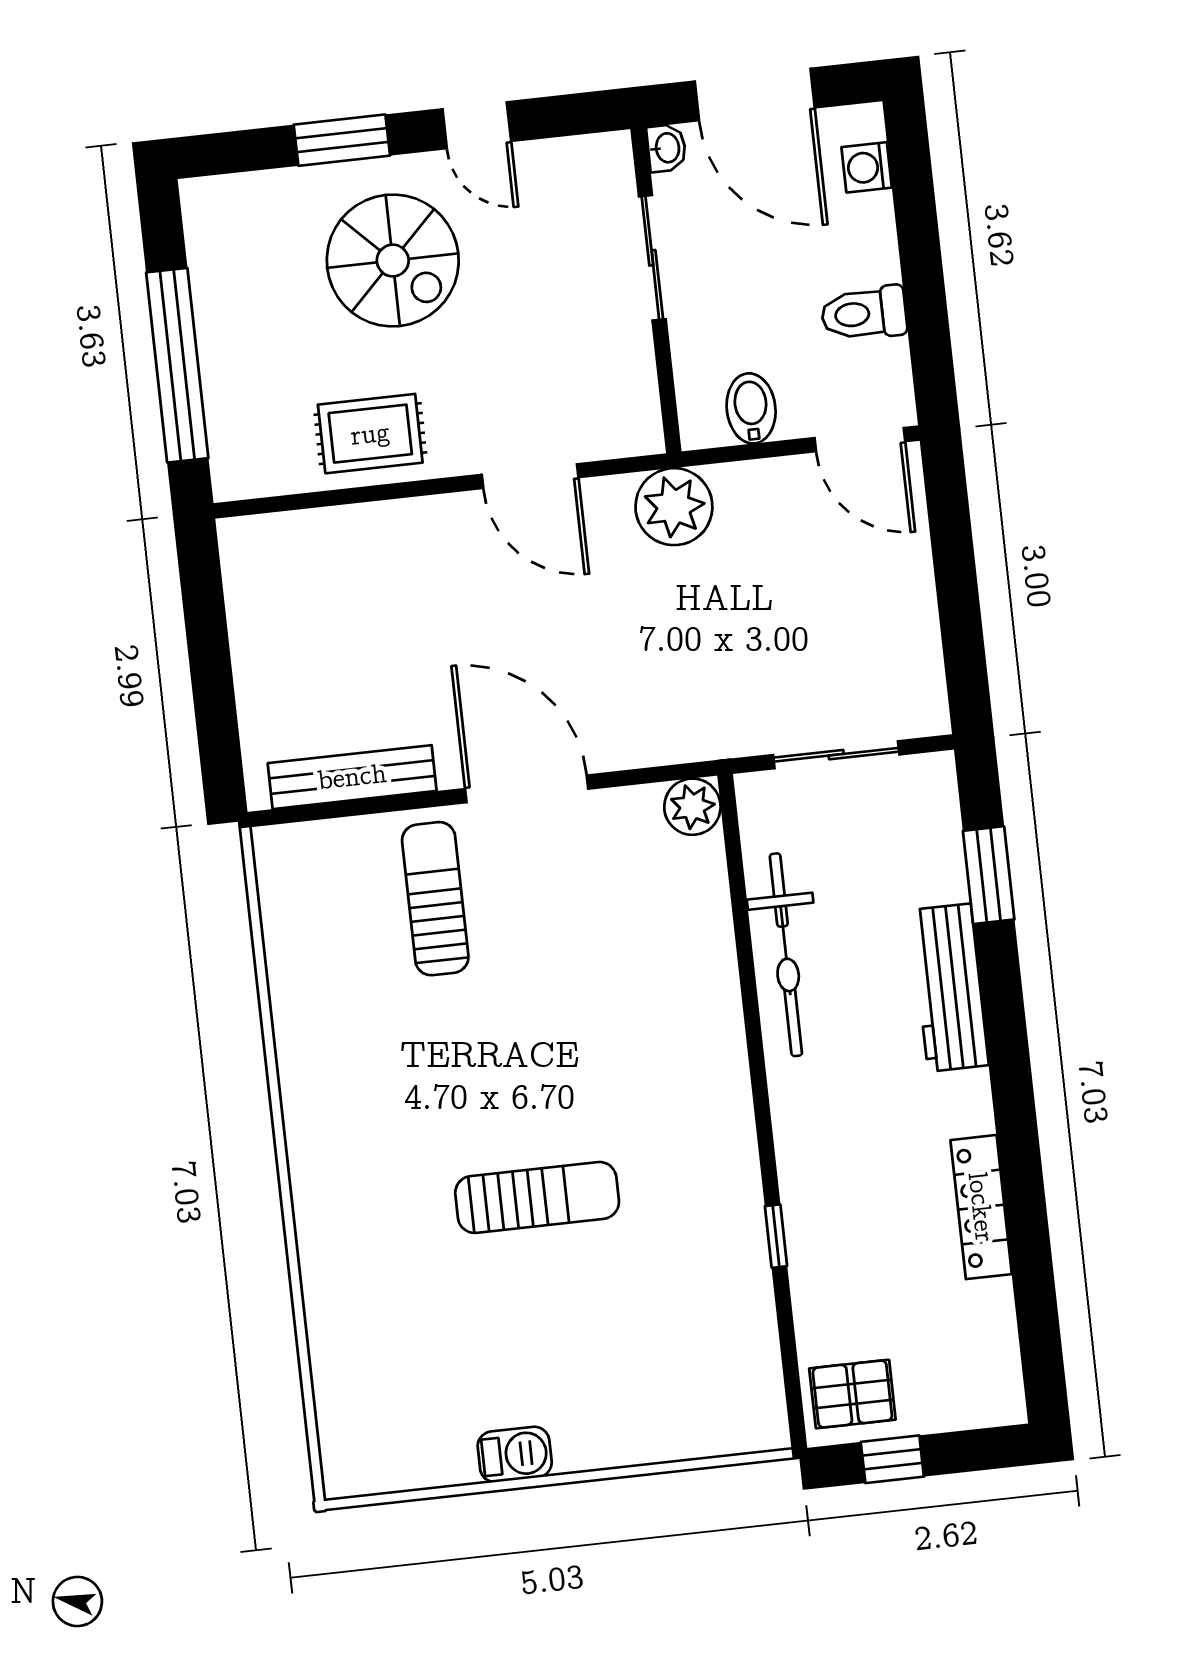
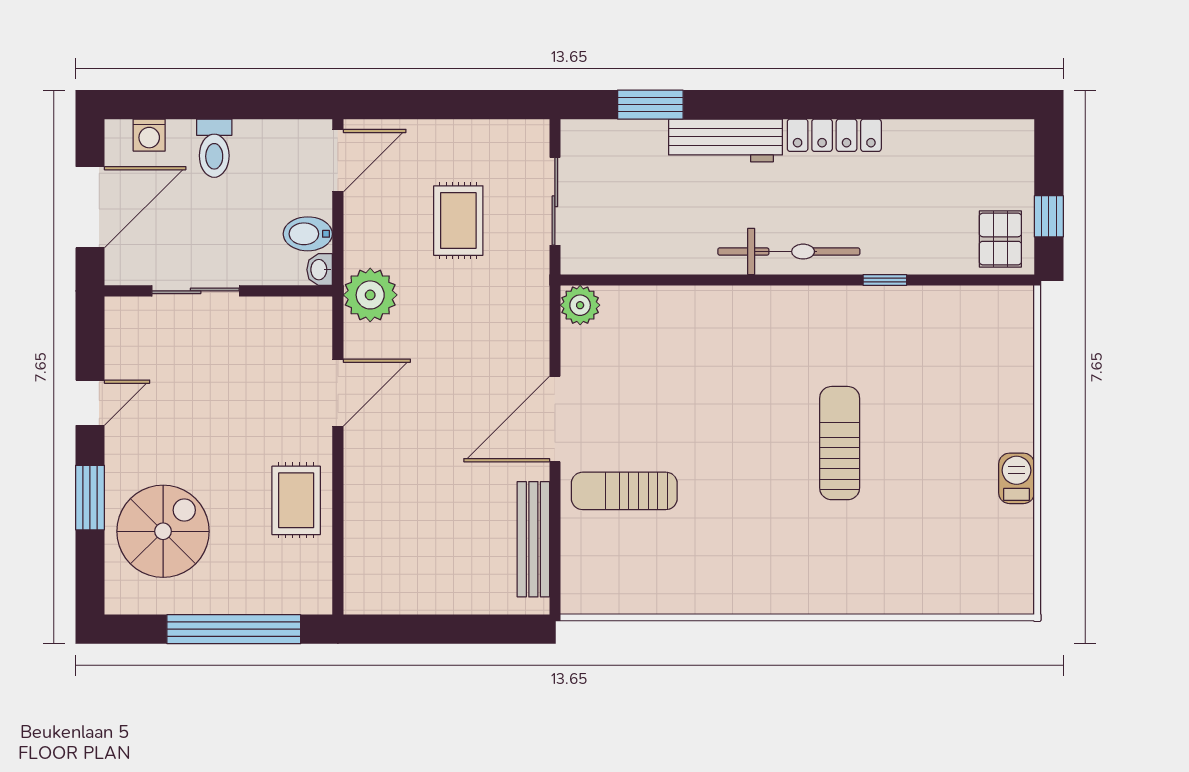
washbasin: (666, 148) -> (320, 270), moved, turned -90
spiral stairs: (393, 261) -> (163, 531), moved
toilet: (864, 313) -> (214, 148), moved
rug: (794, 620) -> (458, 221), added
bicycle: (786, 955) -> (789, 252), moved
locker: (981, 1207) -> (834, 135), moved

